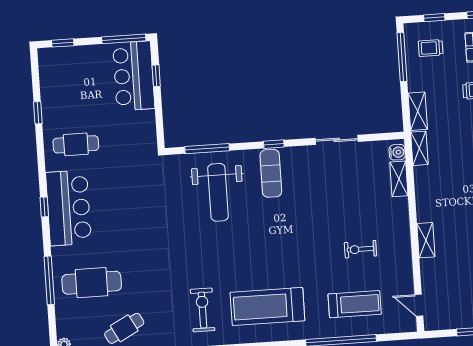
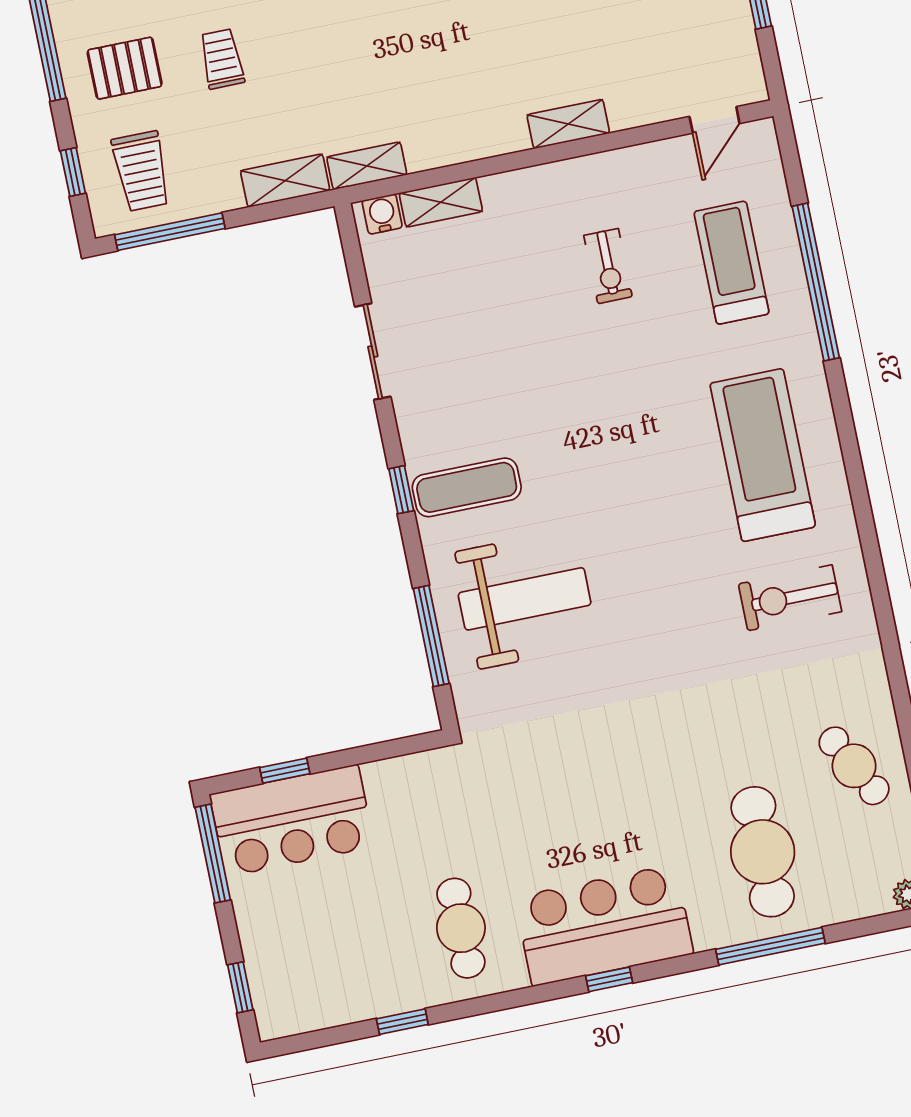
trolley: (431, 48) -> (141, 171), width x1.36, depth x1.39
treadmill: (267, 306) -> (763, 455), turned 180

